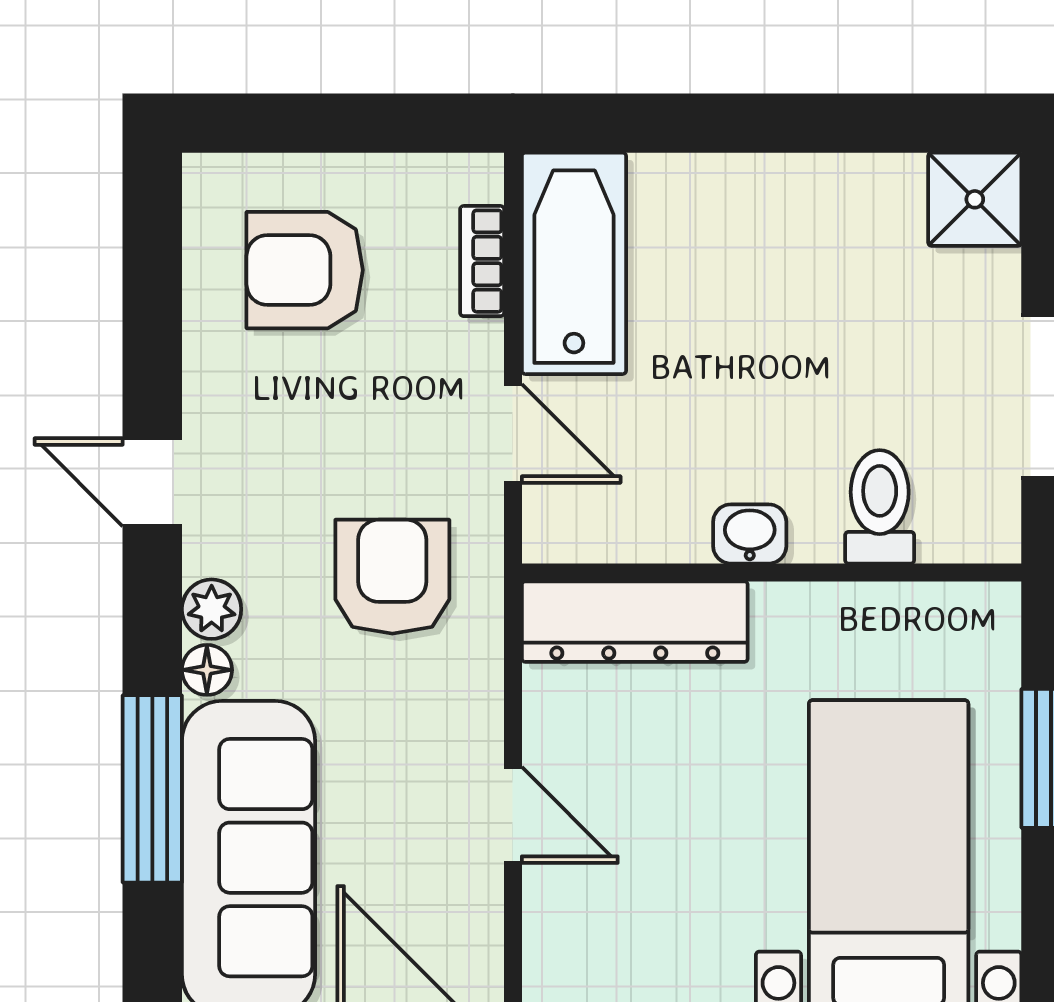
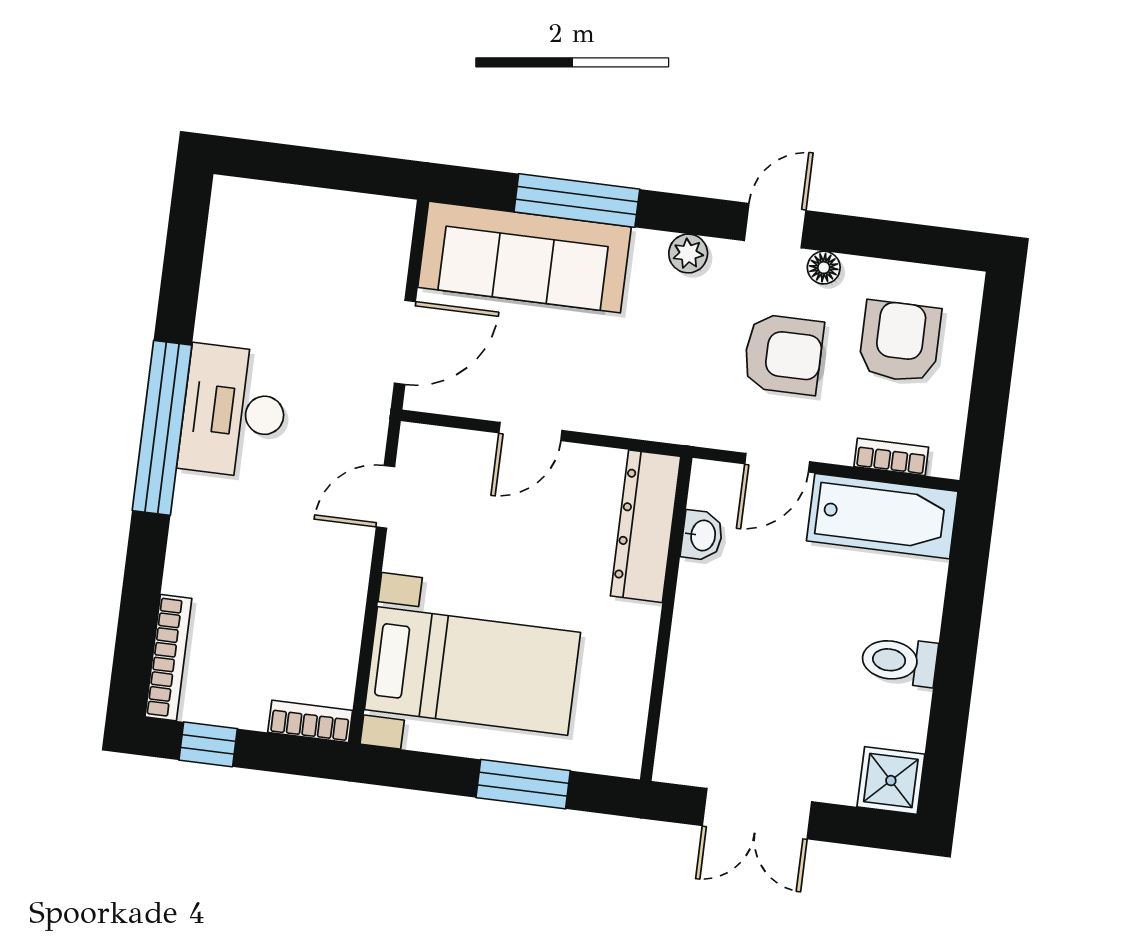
toilet: (880, 507) -> (899, 661), moved, turned 180
washbasin: (750, 534) -> (702, 535), moved
armchair: (392, 577) -> (783, 354), moved
floor lamp: (207, 670) -> (824, 268), moved

